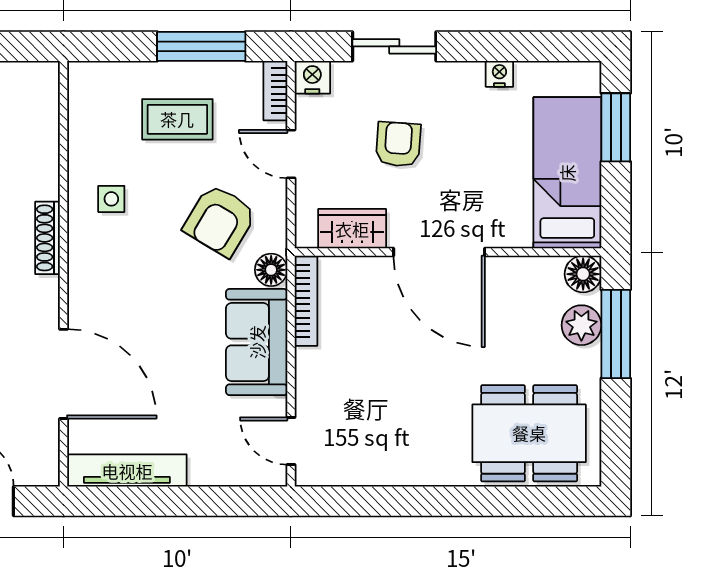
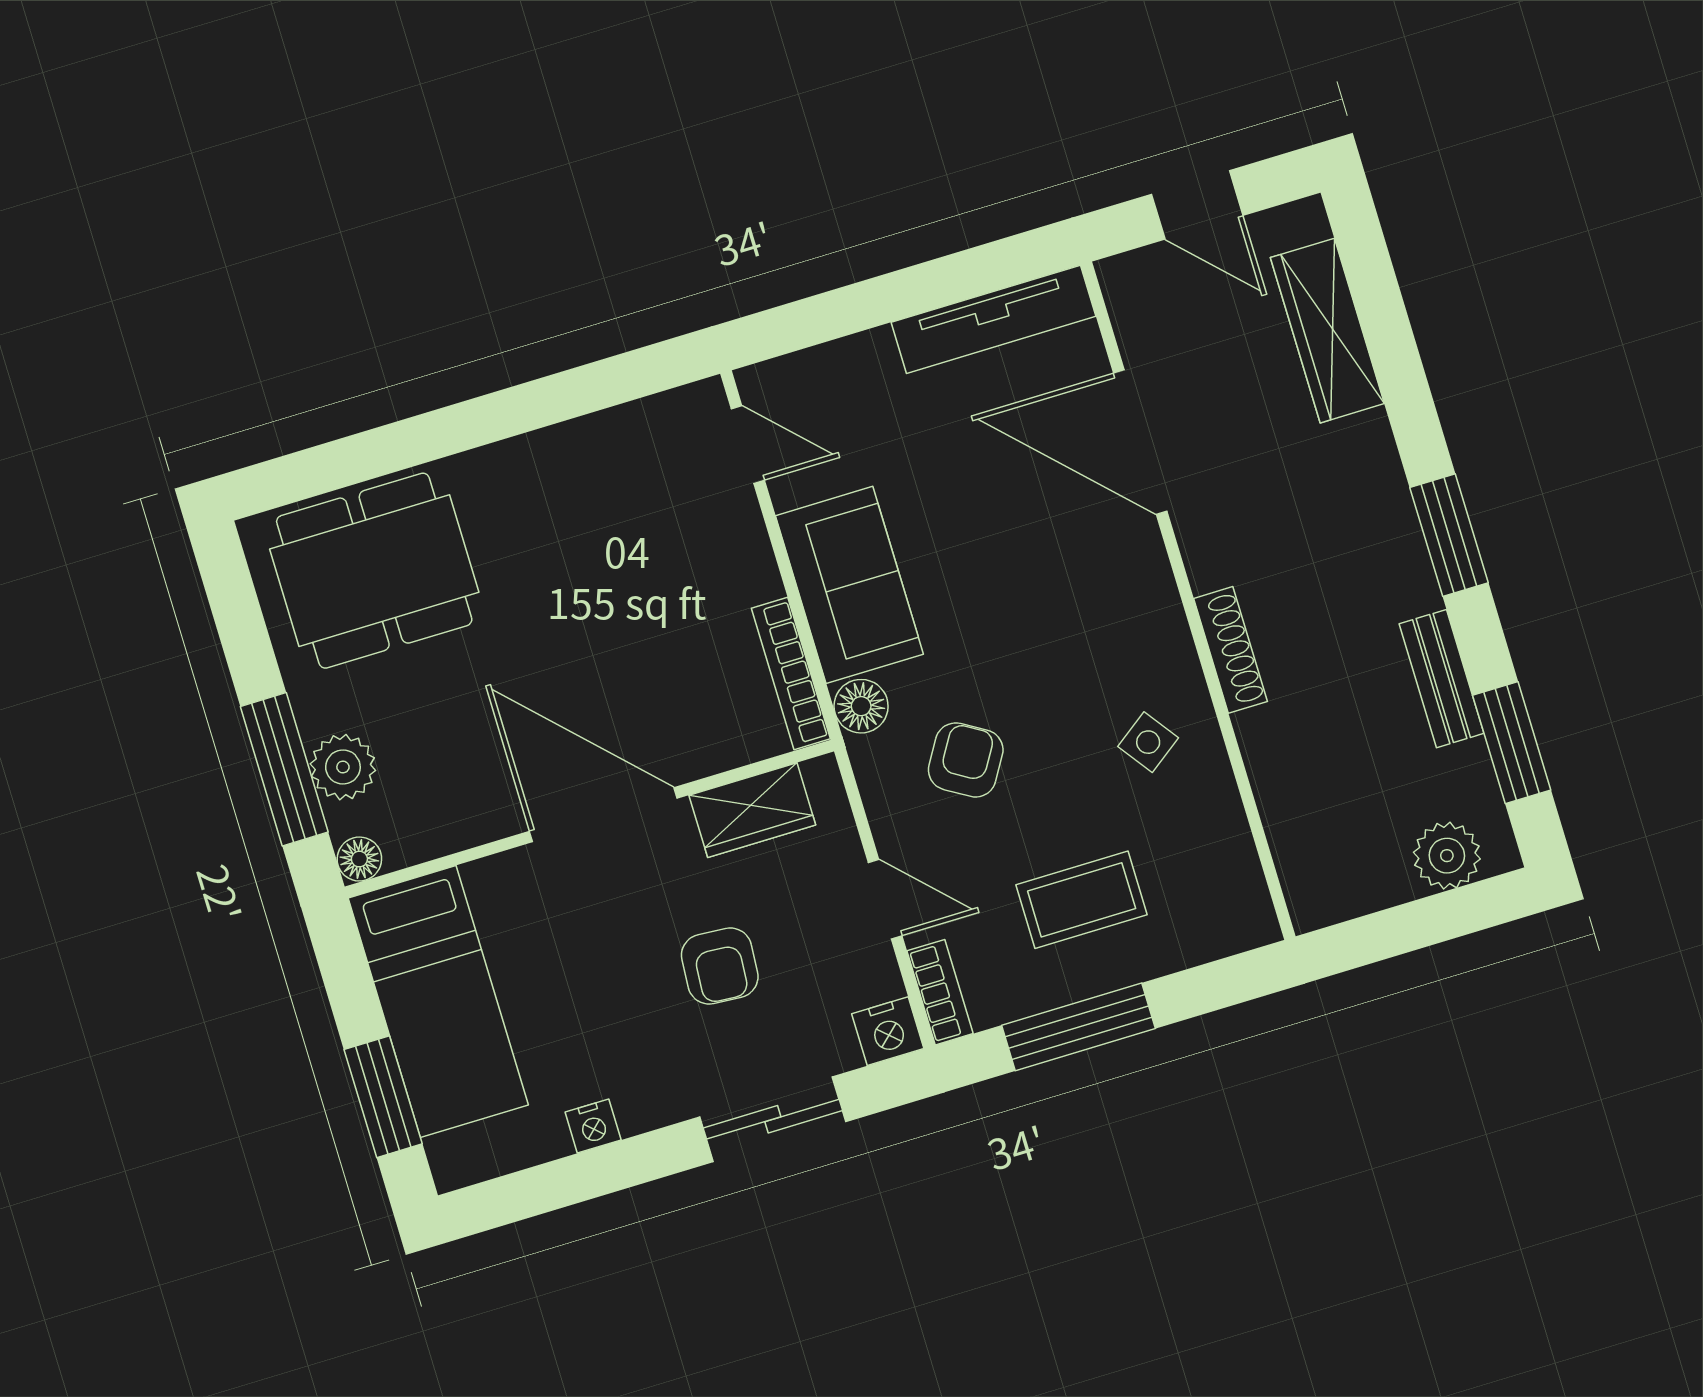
side table: (111, 199) -> (1148, 742), turned -36
armchair: (220, 220) -> (966, 760), width x0.72, depth x0.72
floor lamp: (583, 274) -> (359, 859), width x0.73, depth x0.73

